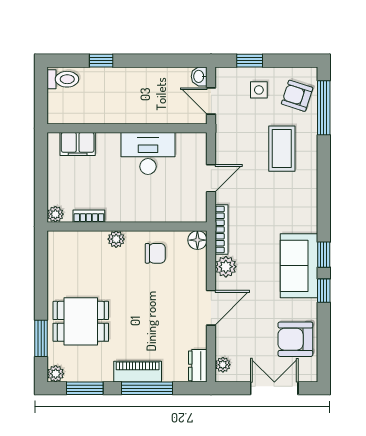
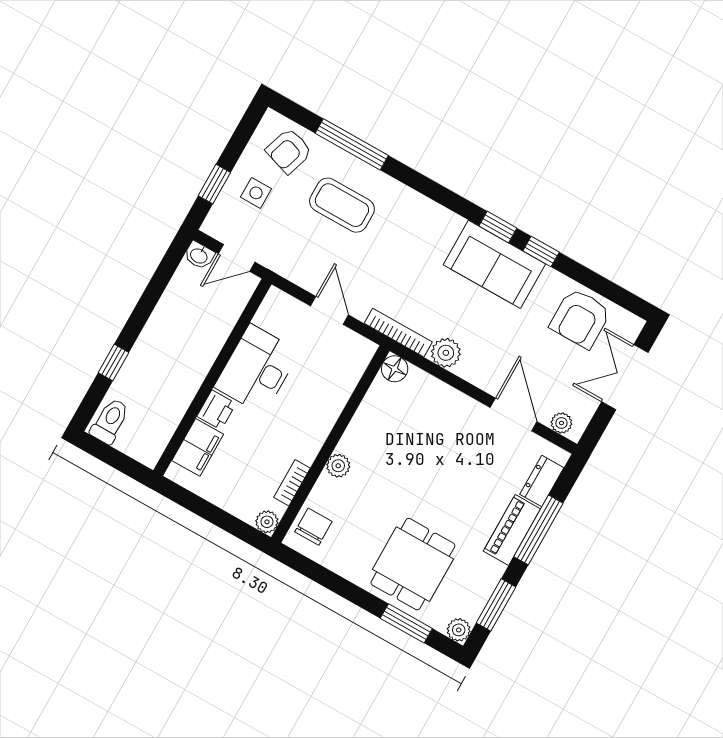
window: (324, 108) -> (352, 144), moved
printer: (108, 142) -> (217, 410), added
chair: (155, 253) -> (313, 527), moved
door: (211, 308) -> (514, 415), moved
dresser: (198, 366) -> (542, 481), moved, turned 90

